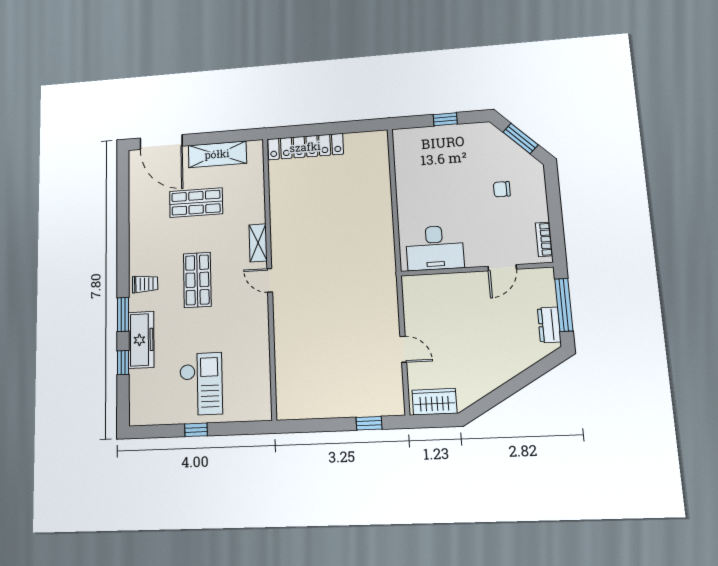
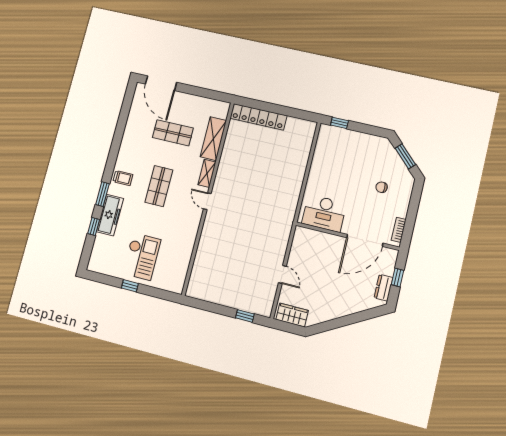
window: (445, 119) -> (339, 123), moved
shelving: (217, 154) -> (213, 139), moved, turned 90
door: (502, 268) -> (365, 240), width x1.87
window: (564, 305) -> (397, 277), width x0.46

